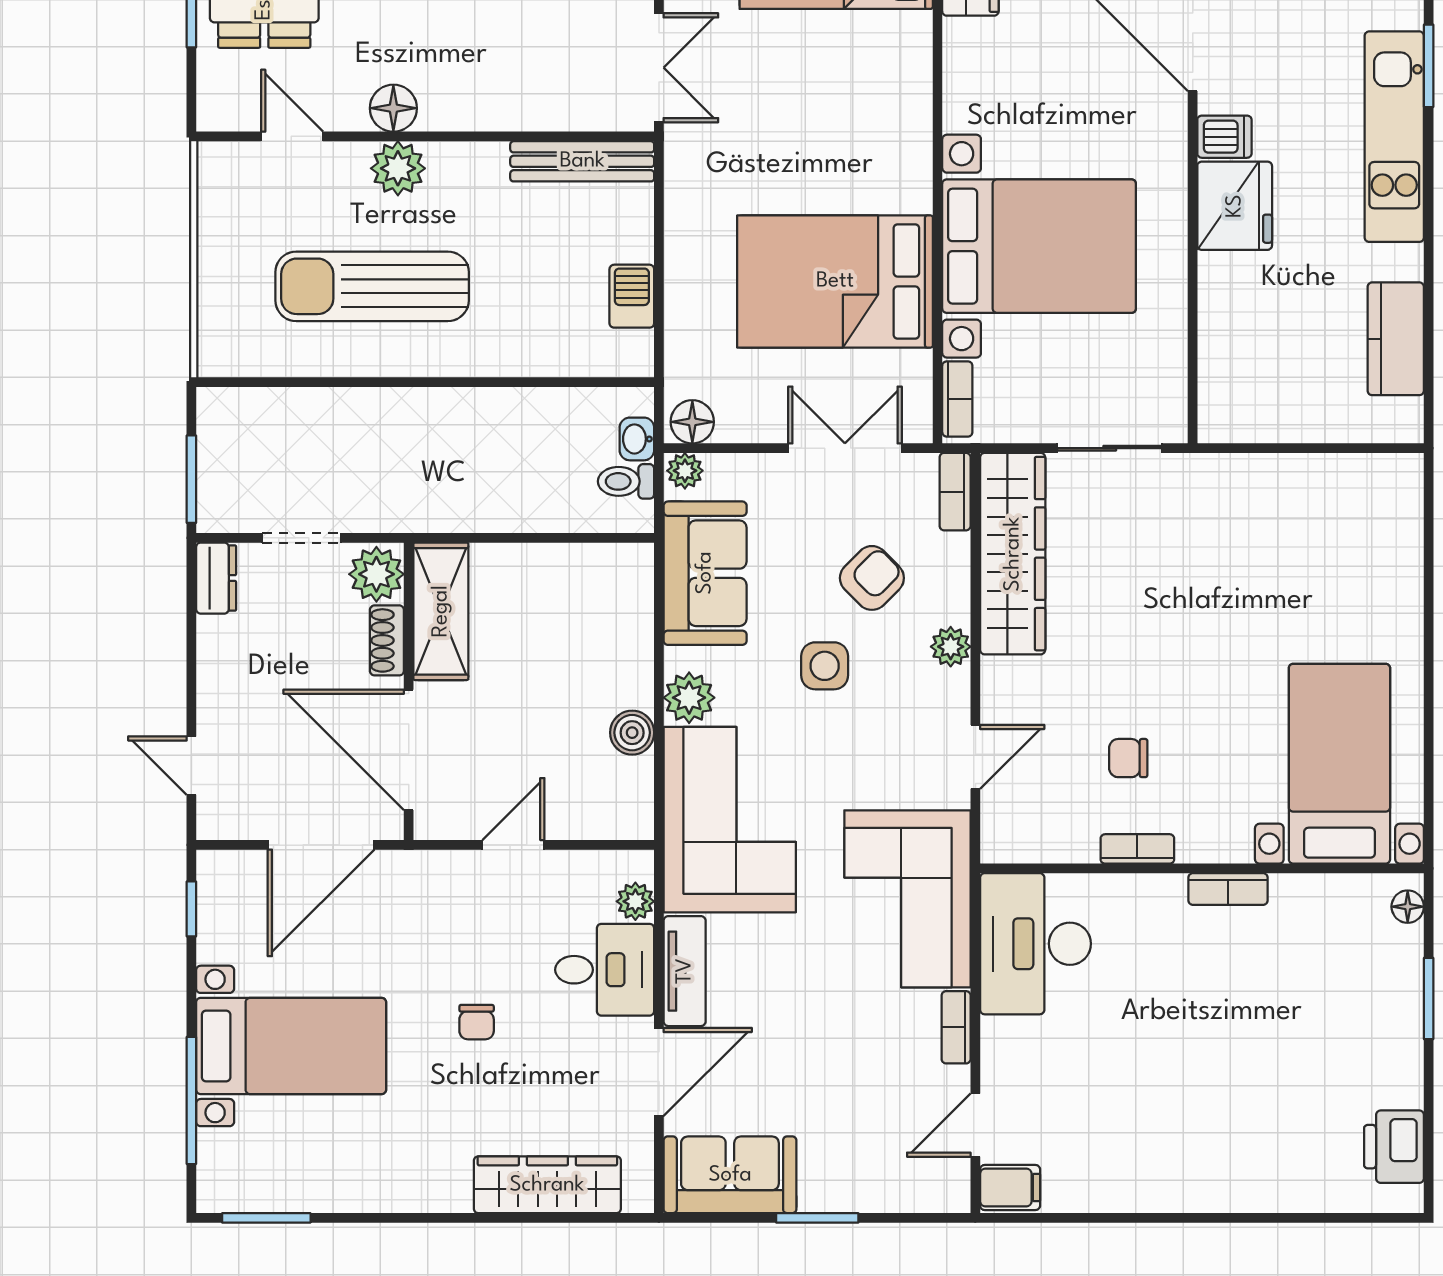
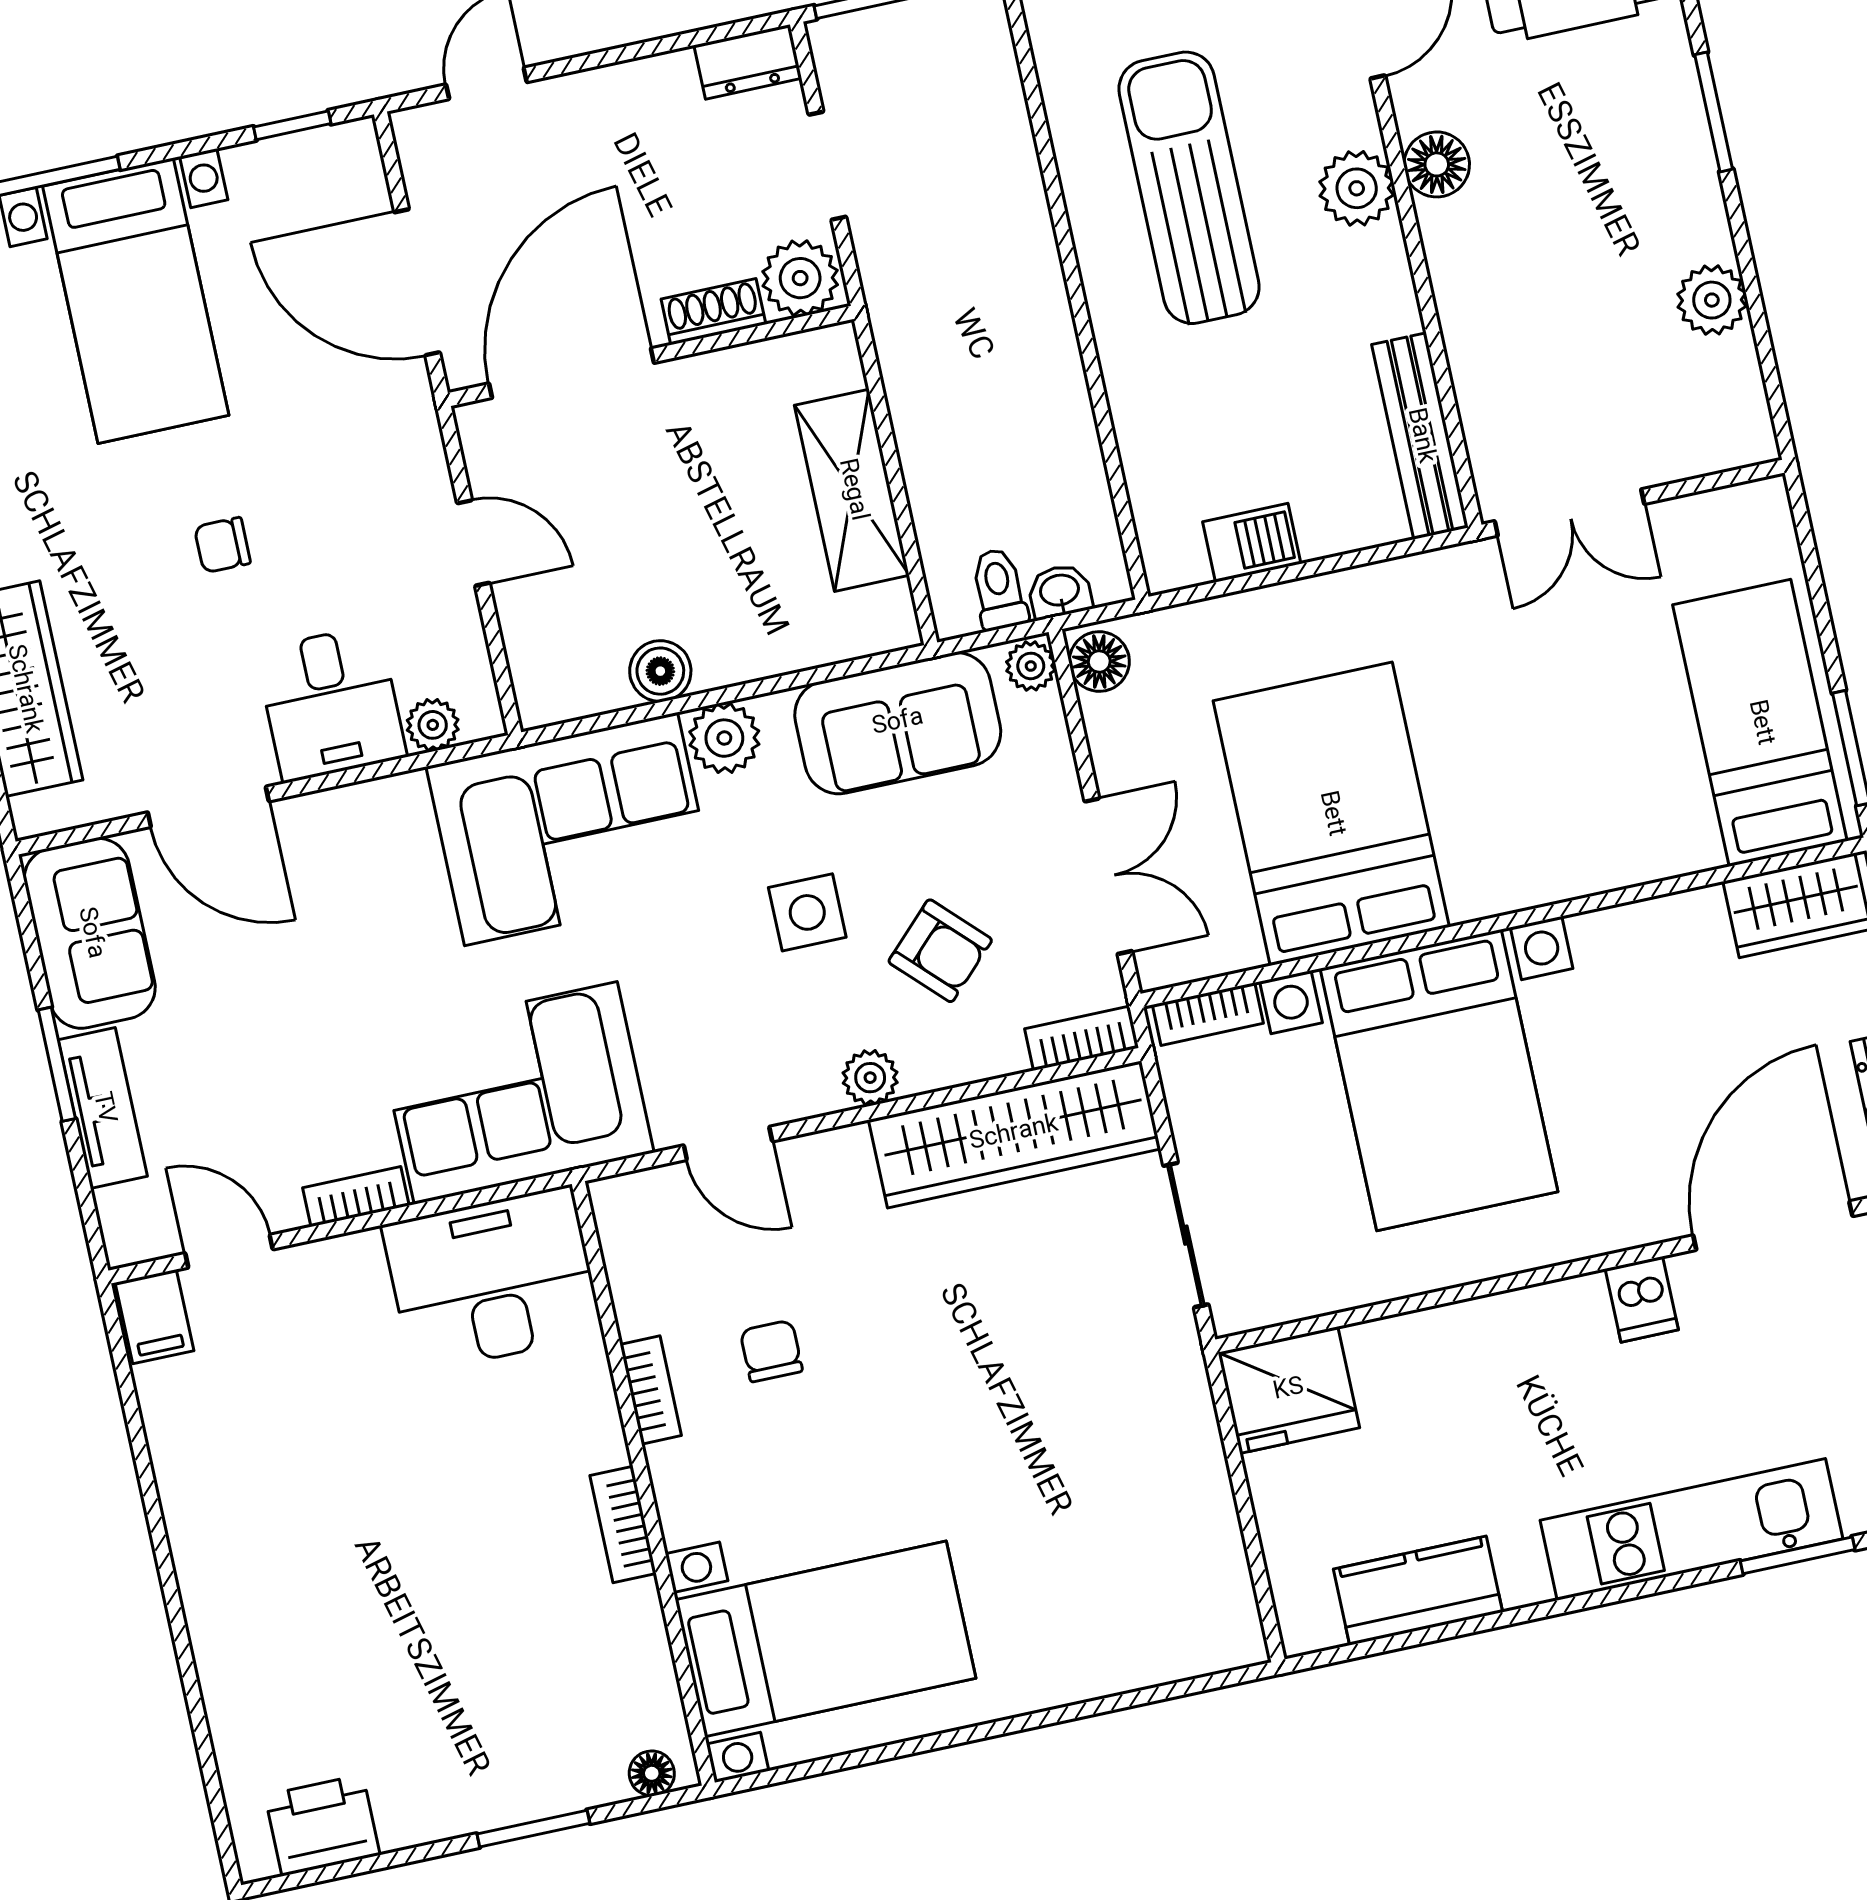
fridge: (1235, 206) -> (1289, 1390), moved
shelving: (441, 611) -> (852, 490), moved, turned 90
tv unit: (685, 971) -> (103, 1108), moved, turned -90

